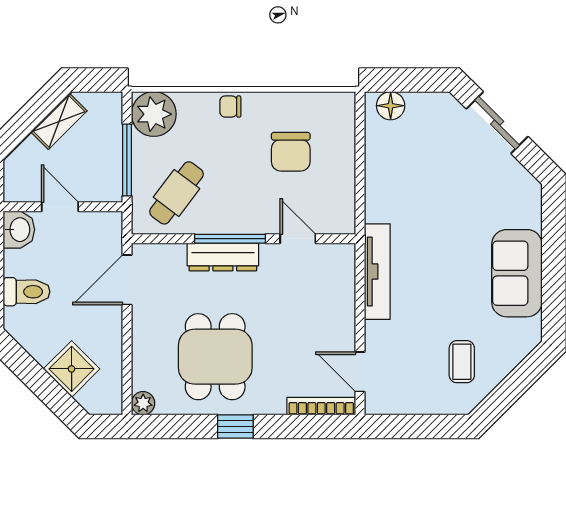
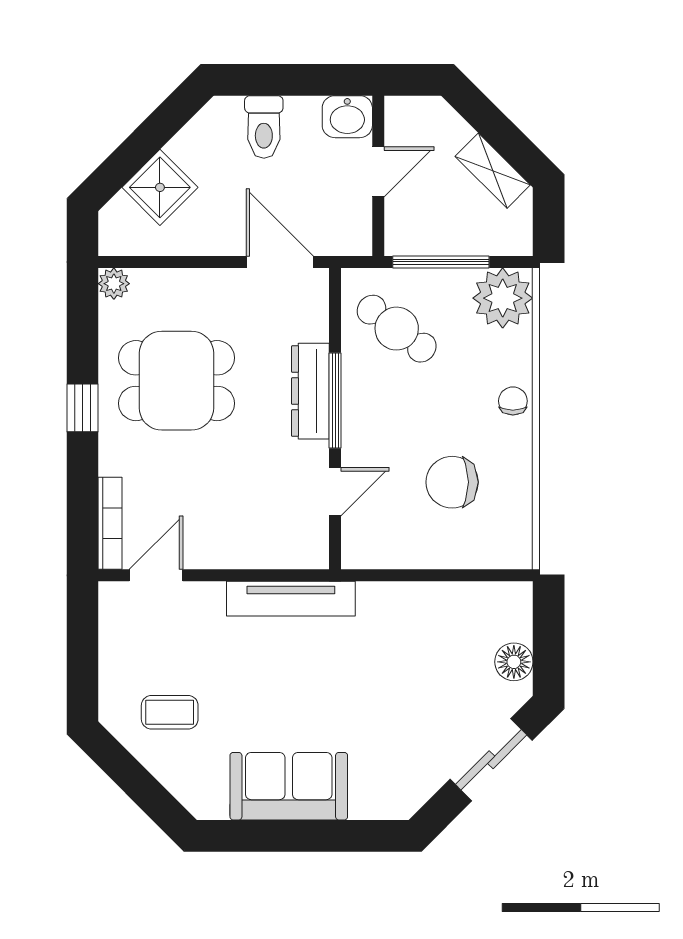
floor lamp: (391, 106) -> (514, 662), moved

